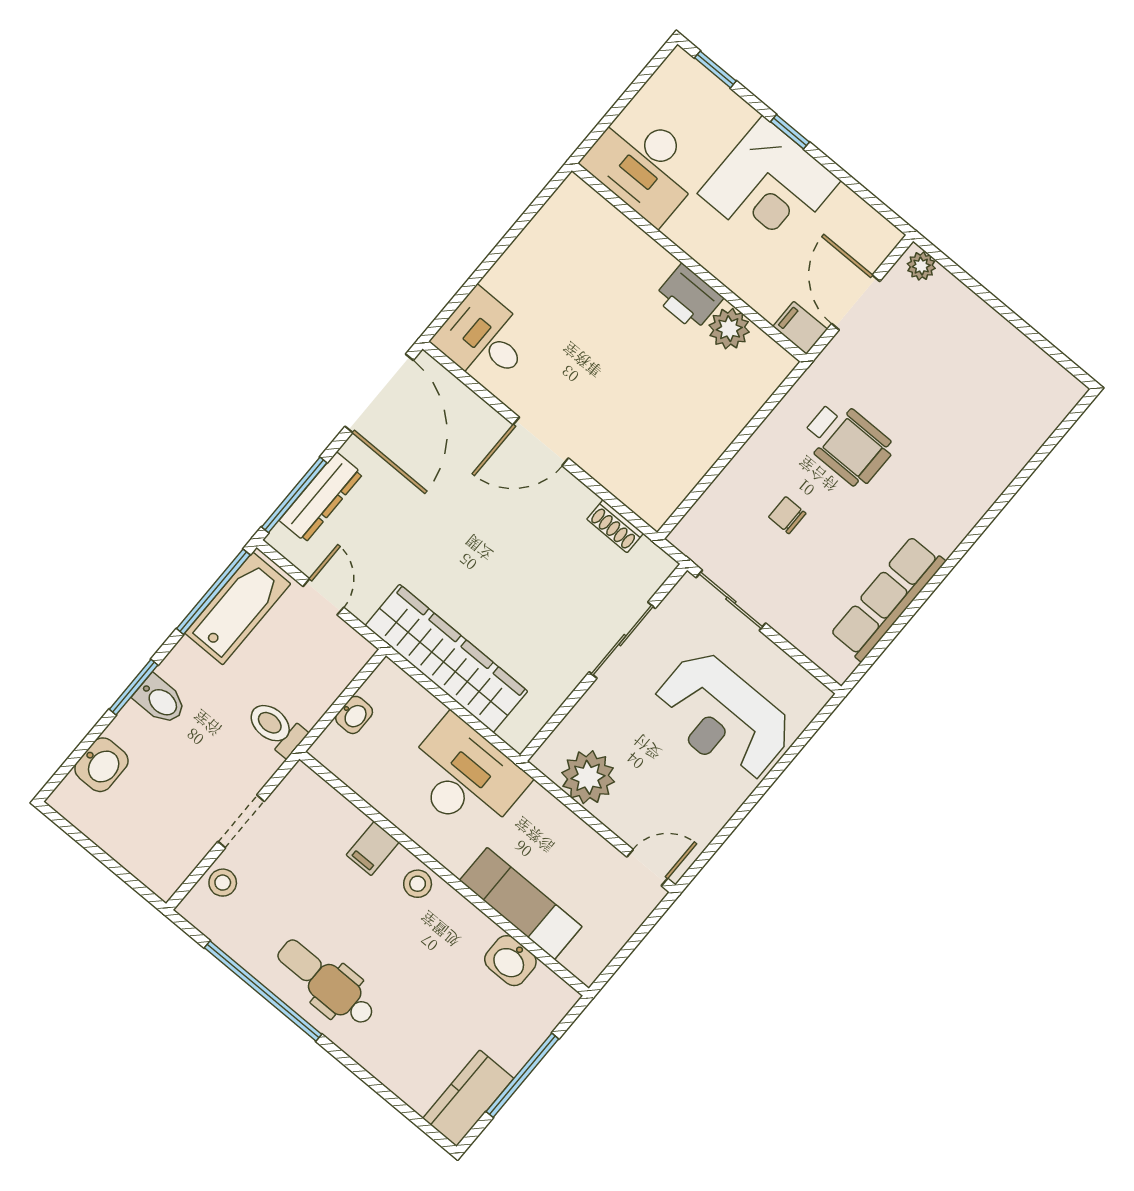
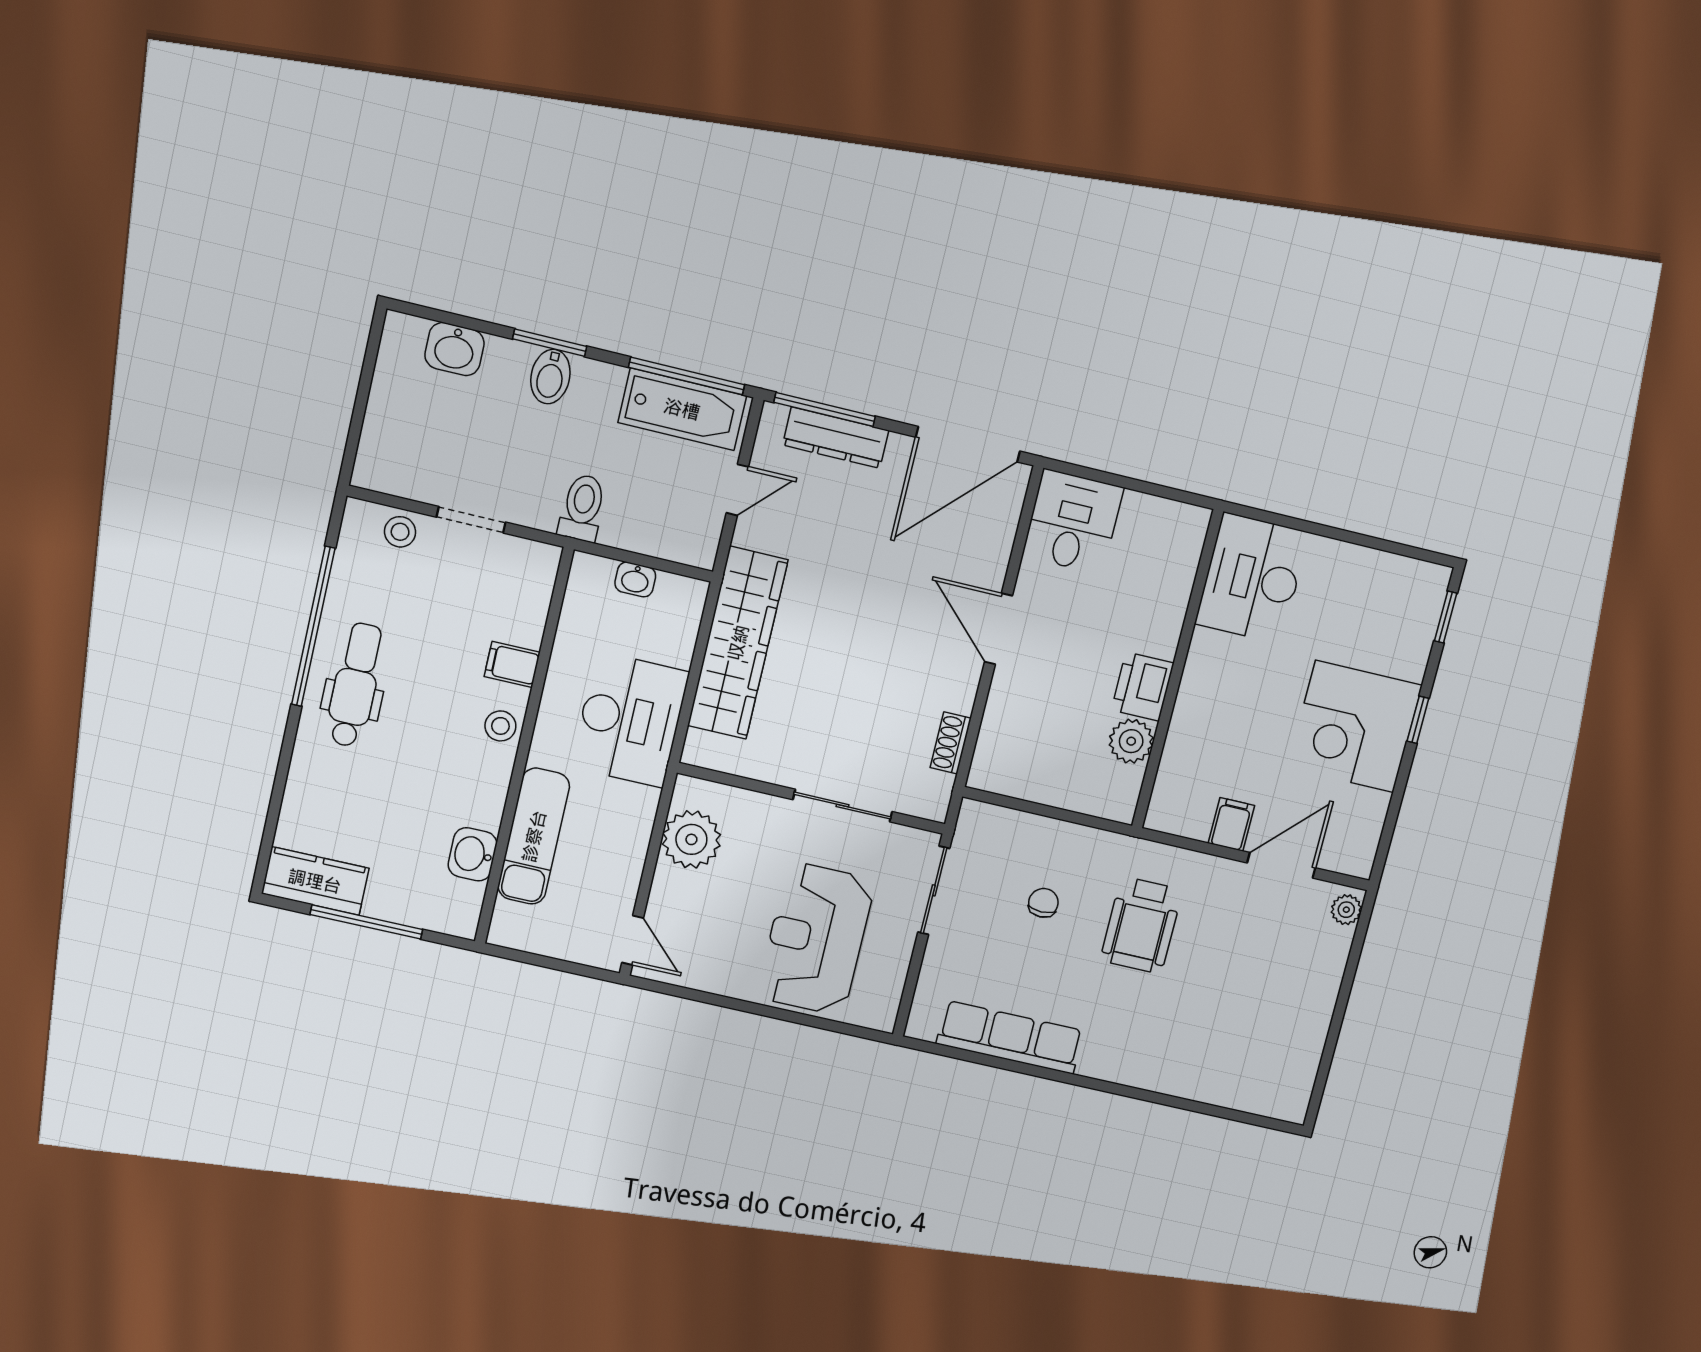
desk: (644, 165) -> (1252, 578), moved
wall: (689, 262) -> (1177, 670), moved
printer: (689, 298) -> (1143, 687), moved
plant: (729, 329) -> (1131, 741), moved

